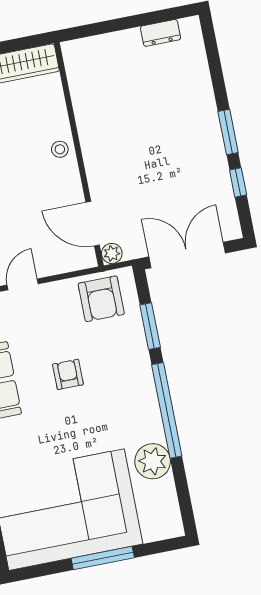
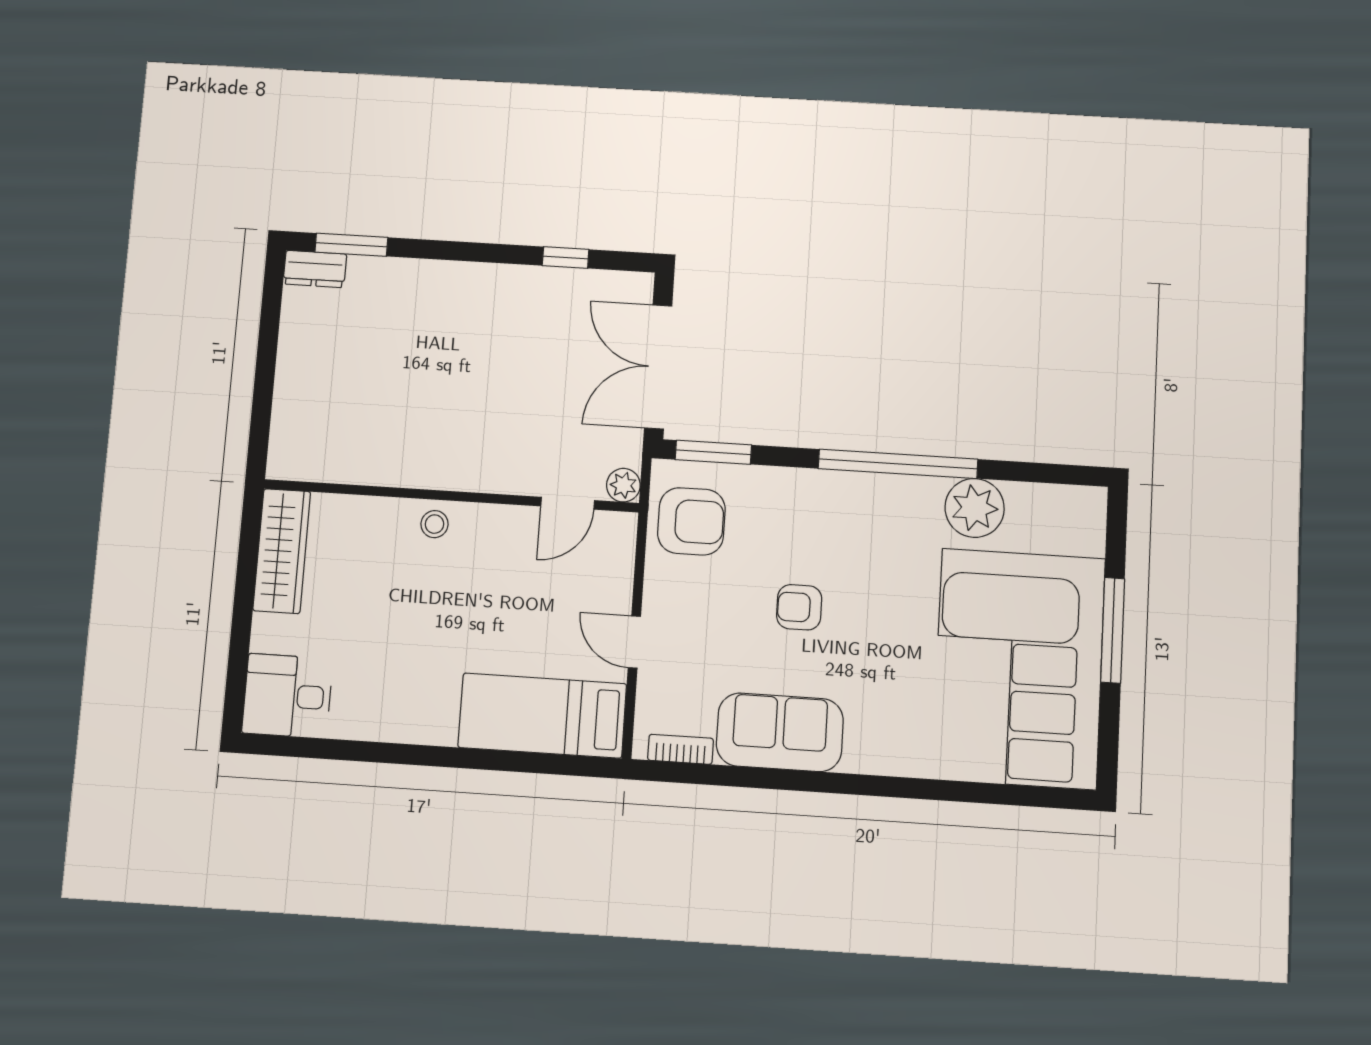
dresser: (160, 33) -> (315, 269), moved, turned 90
window: (228, 132) -> (351, 245), moved
door: (93, 224) -> (568, 503), width x0.73
window: (150, 326) -> (713, 452), moved

